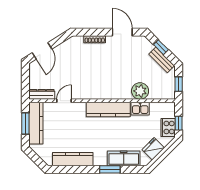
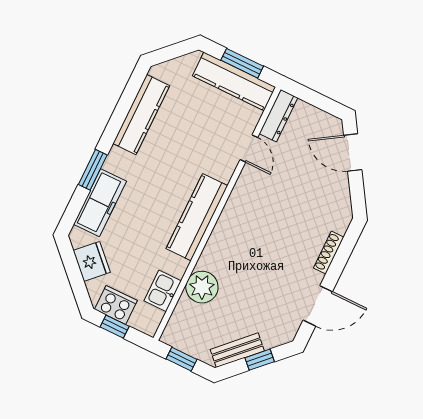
kitchen sink: (140, 109) -> (163, 291), moved

